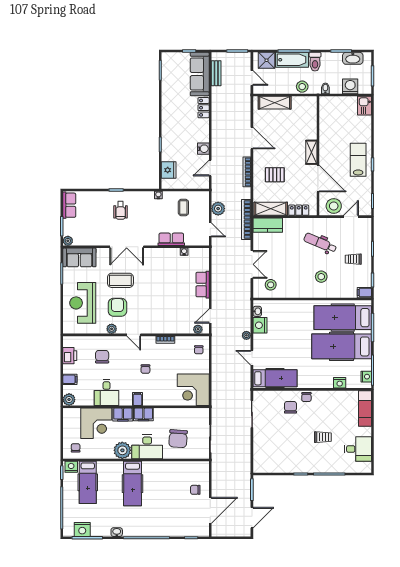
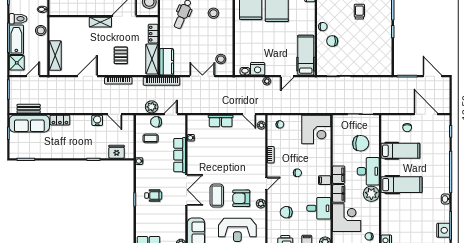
chair: (202, 214) -> (156, 122), added
row of seats: (171, 239) -> (180, 155), width x1.48
hospital bed: (88, 482) -> (400, 151), moved

